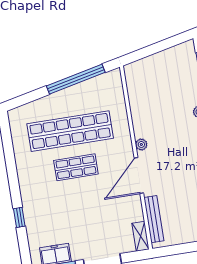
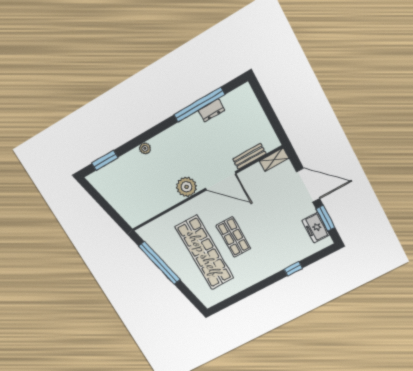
plant: (141, 144) -> (186, 187), width x1.88, depth x1.88
bench: (154, 219) -> (249, 156), width x0.73

